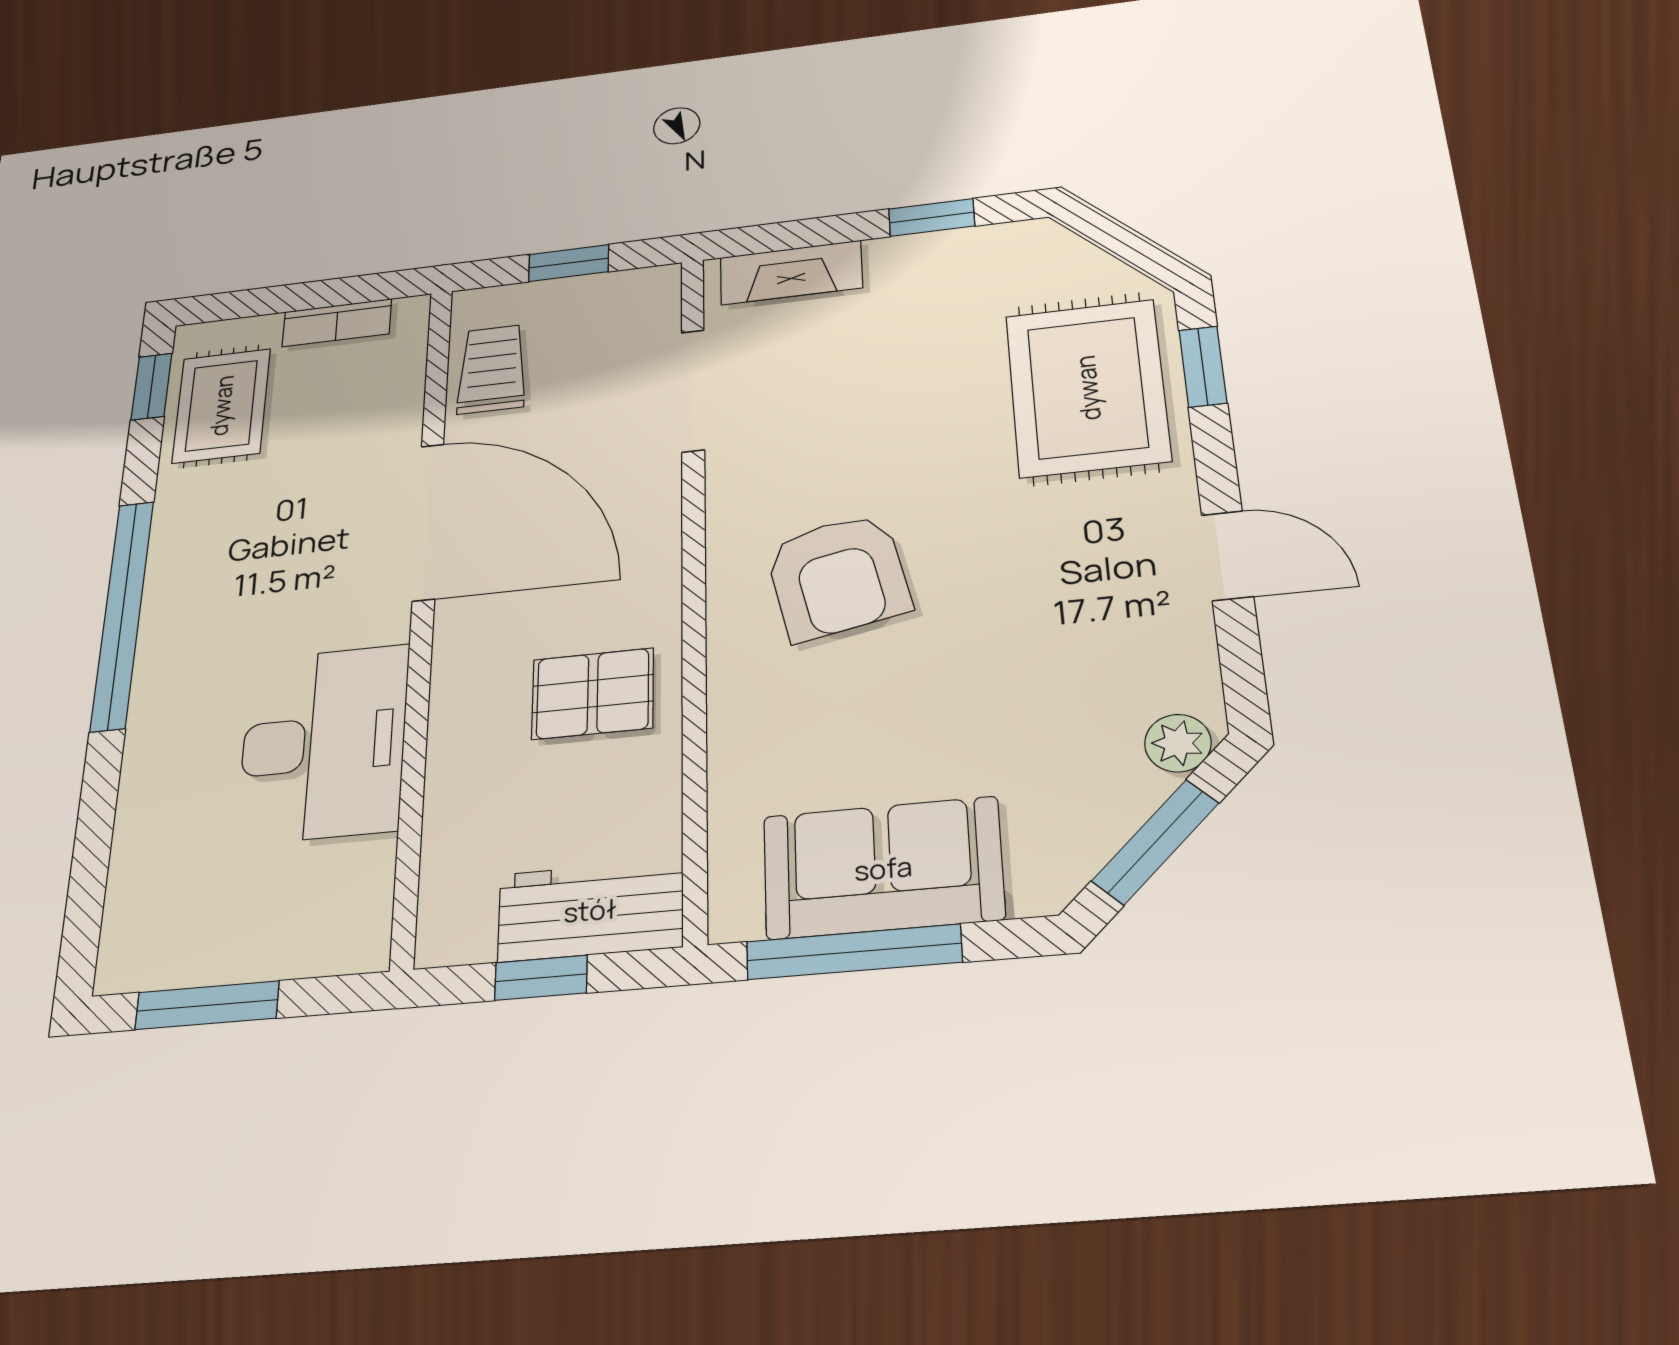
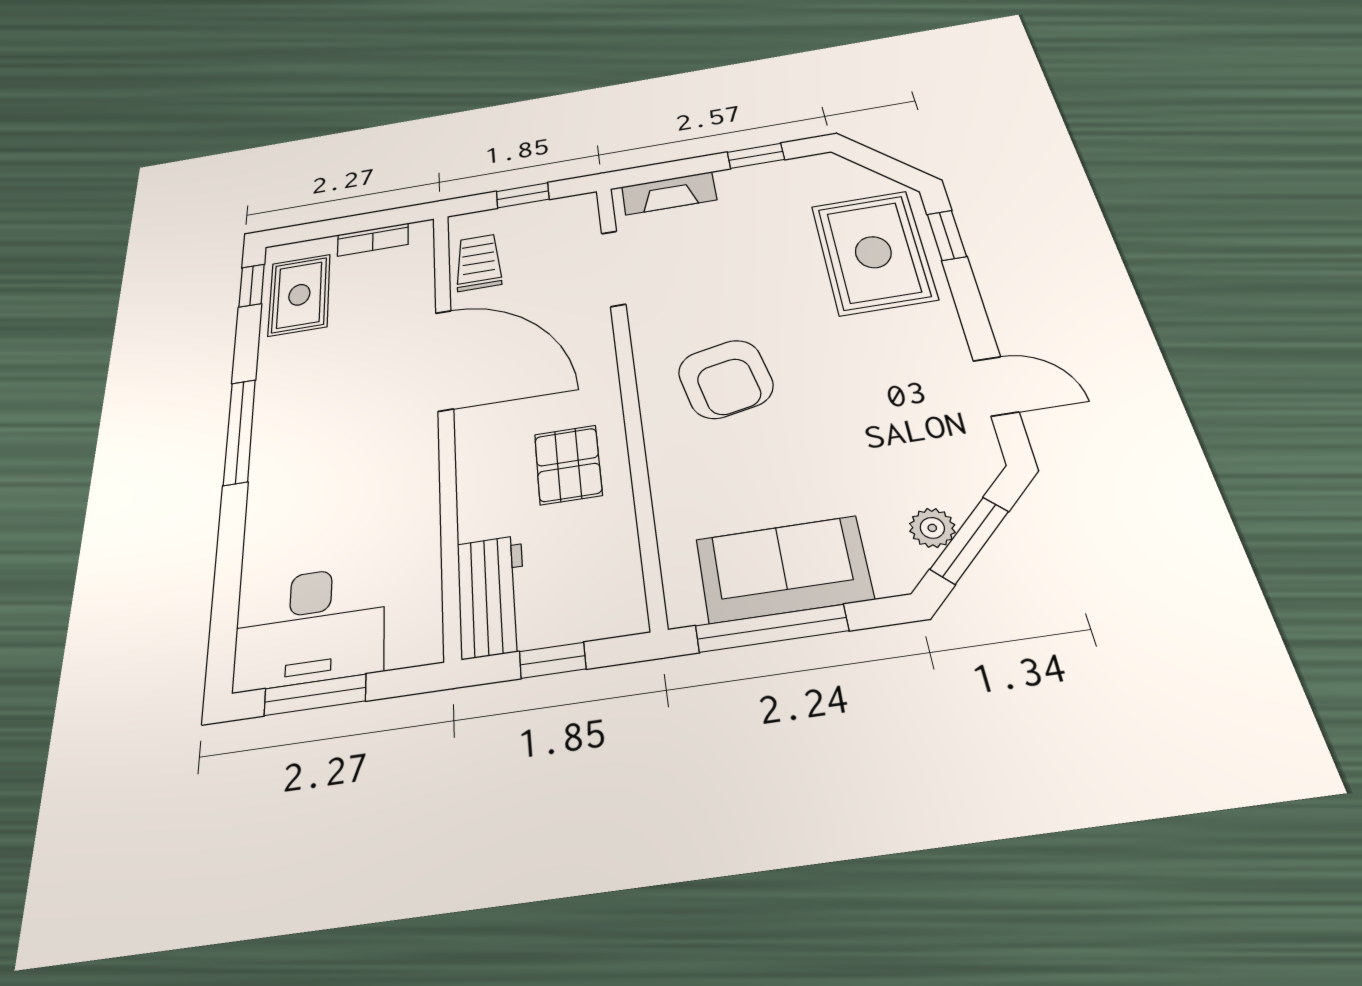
door: (1227, 556) -> (996, 386), moved
window: (122, 614) -> (240, 432), width x0.68
pallet: (593, 694) -> (568, 465), turned 90
desk: (323, 743) -> (310, 626), moved, turned 90
plant: (1178, 743) -> (932, 528), moved
workbench: (590, 910) -> (492, 596), moved, turned 90

